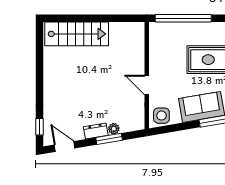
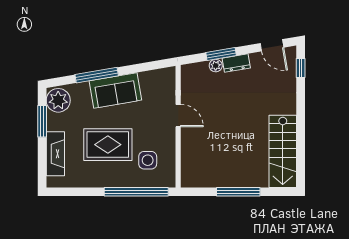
window: (94, 18) -> (238, 192), added
stairs: (77, 34) -> (283, 151), moved, turned -90
side table: (161, 116) -> (148, 160), moved

